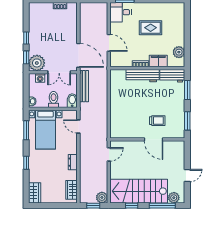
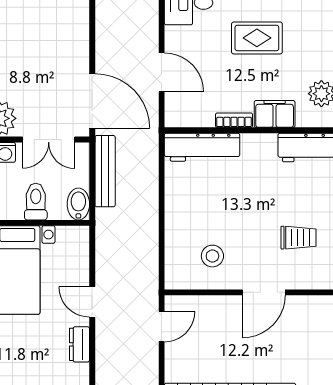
workbench: (143, 76) -> (202, 147), moved
trolley: (157, 121) -> (299, 238), moved
stool: (131, 123) -> (212, 256), added
door: (78, 126) -> (92, 302), moved
door: (154, 139) -> (264, 292), hinge flipped

